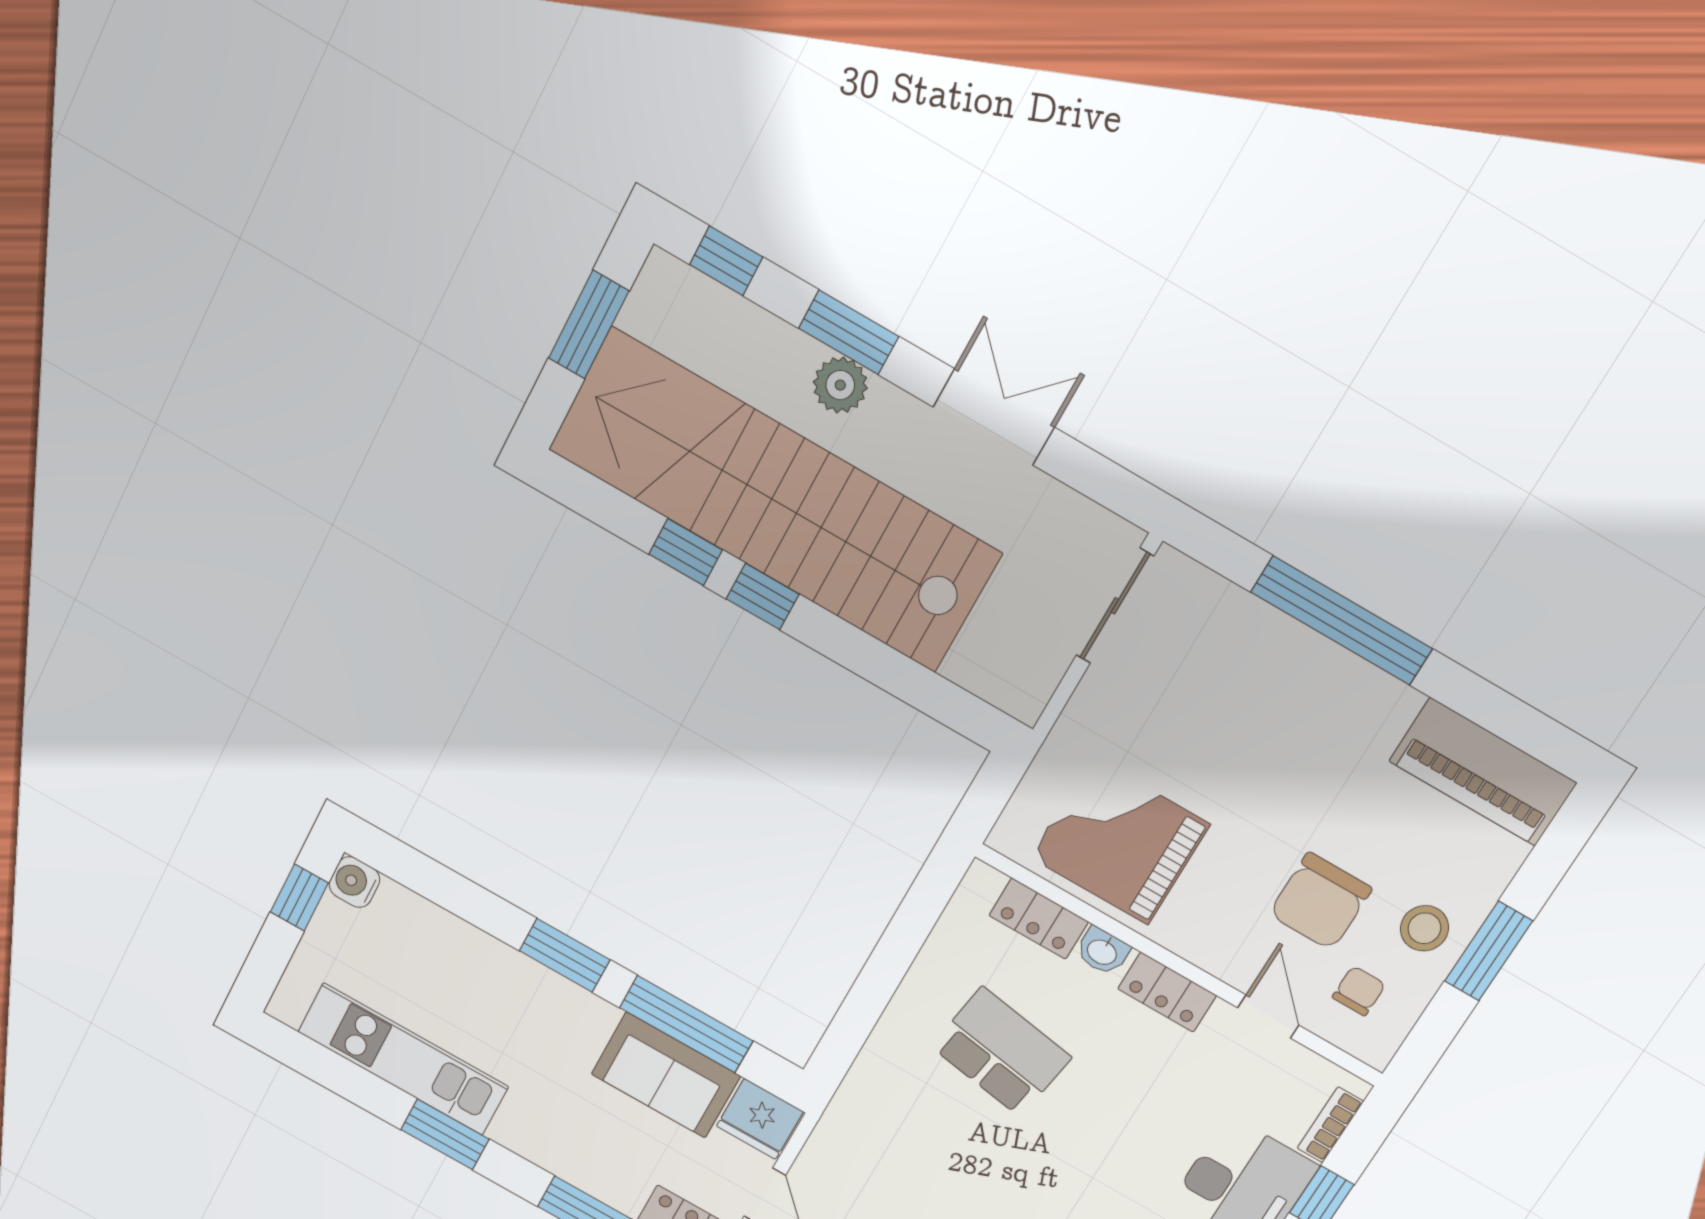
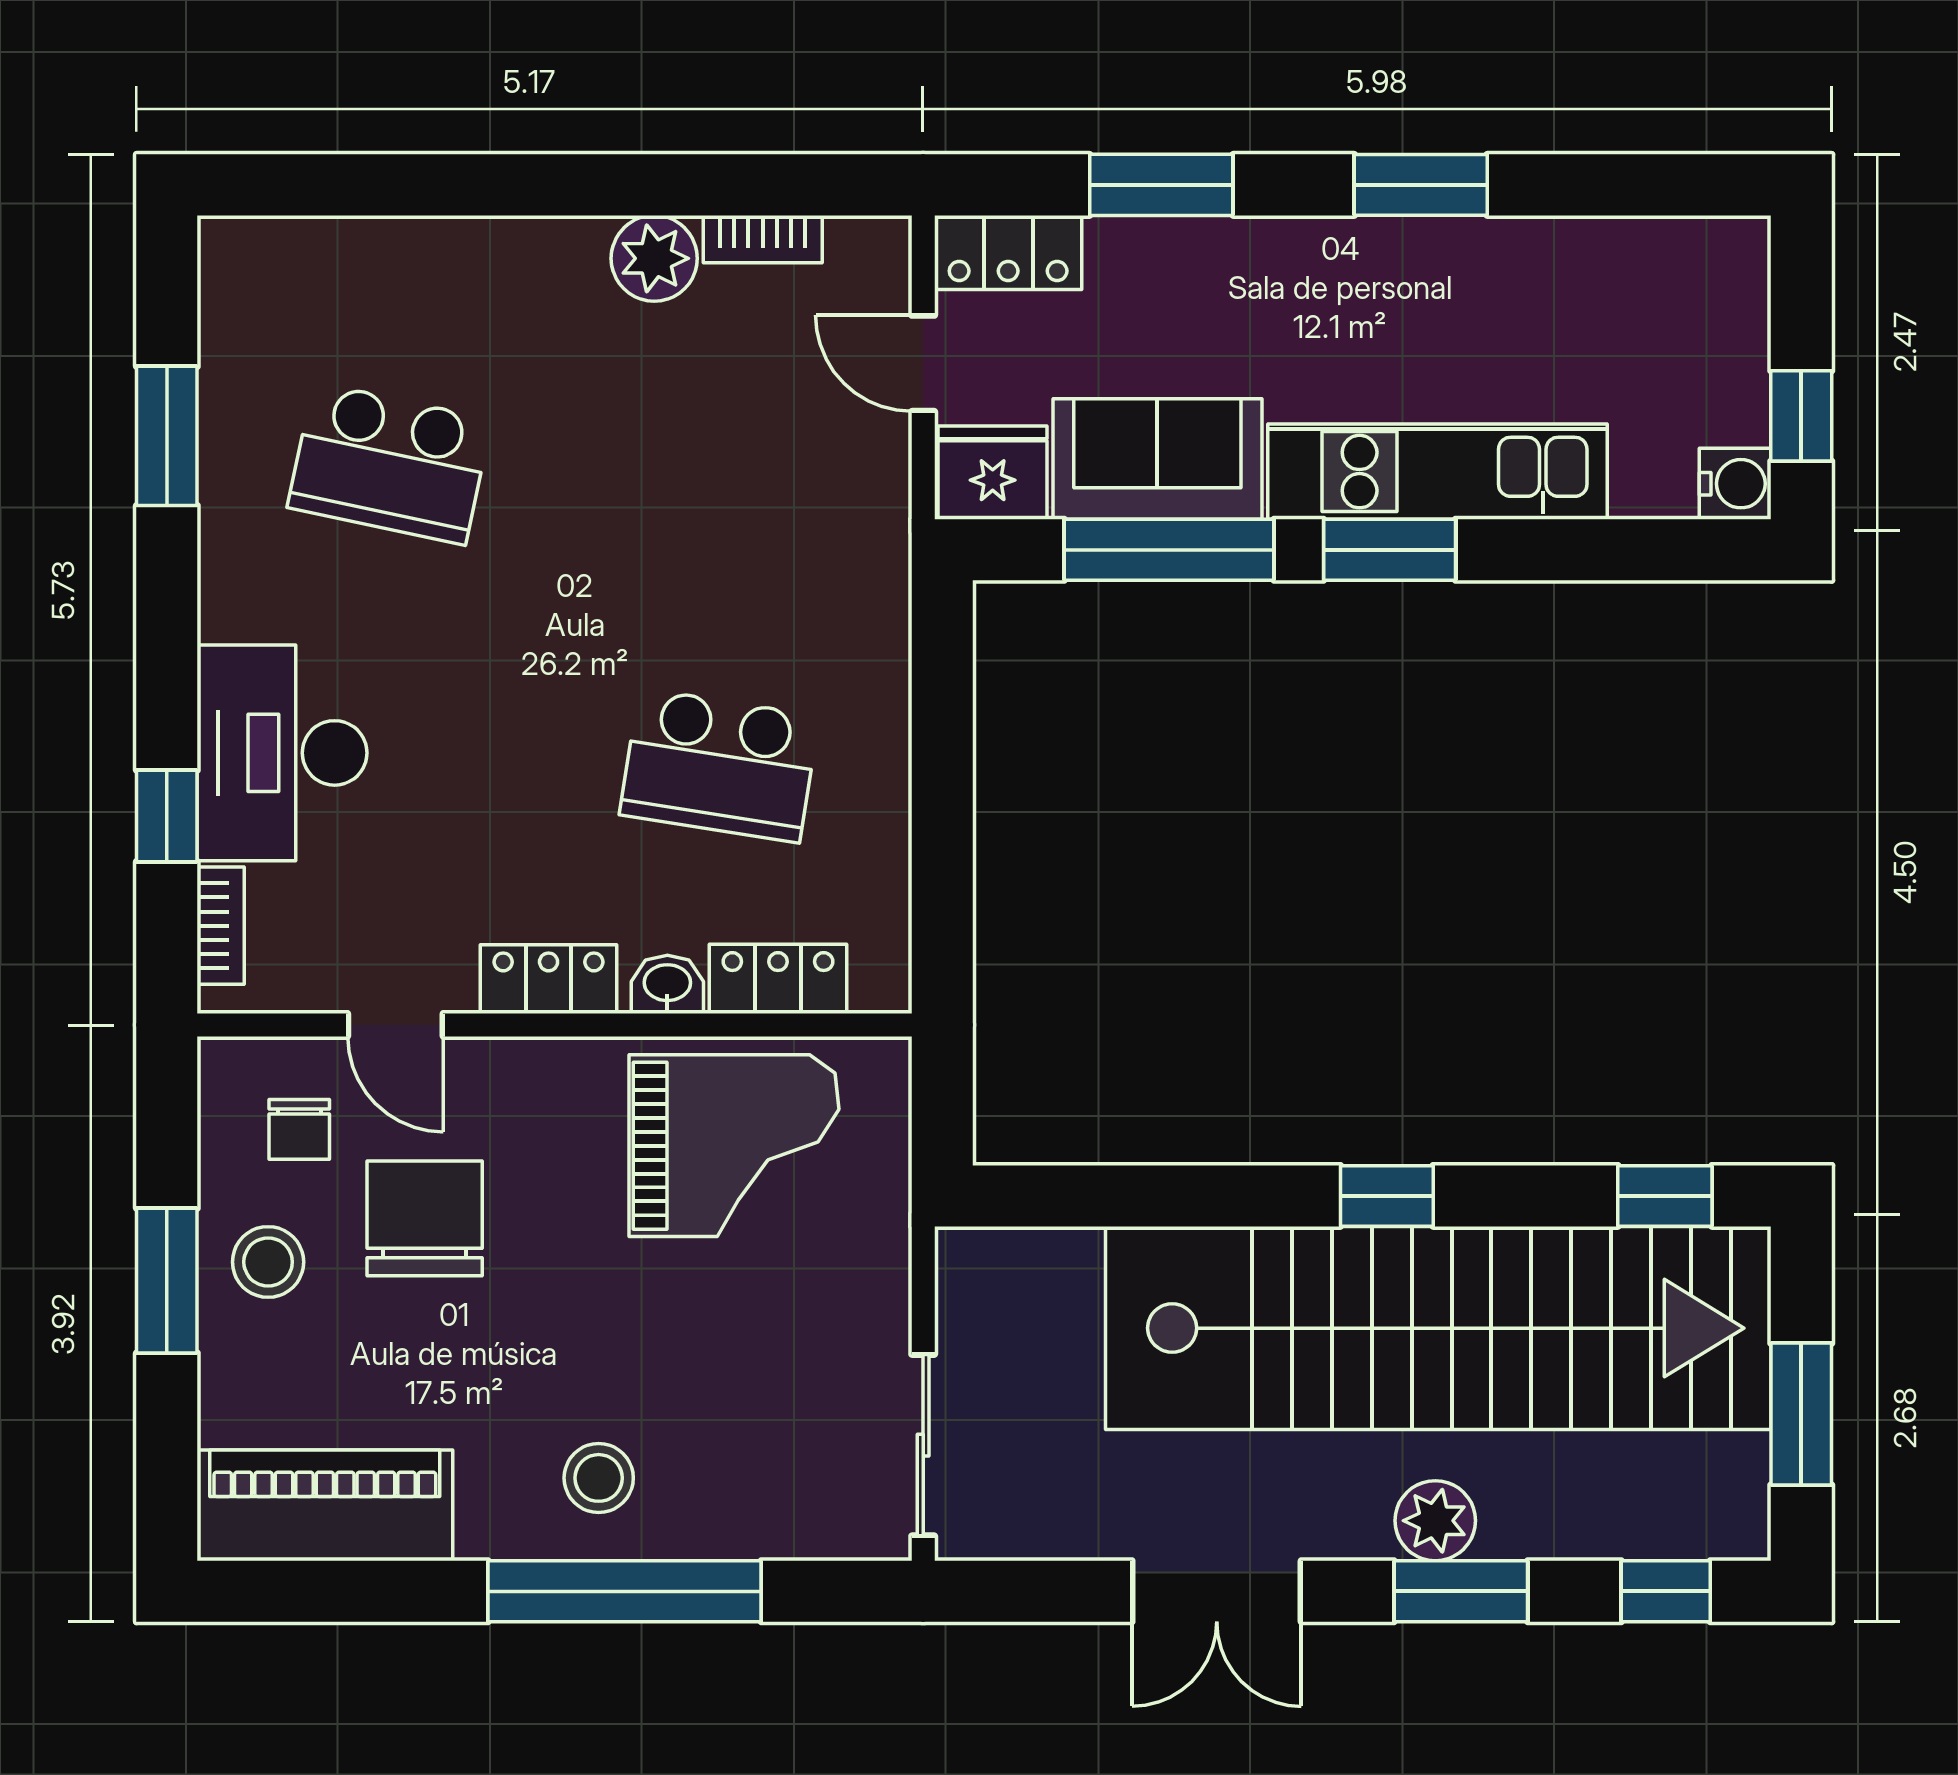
window: (686, 552) -> (1665, 1196), moved
stool: (1315, 696) -> (599, 1478), added
kitchen unit: (403, 1059) -> (1438, 472), moved, turned 180

